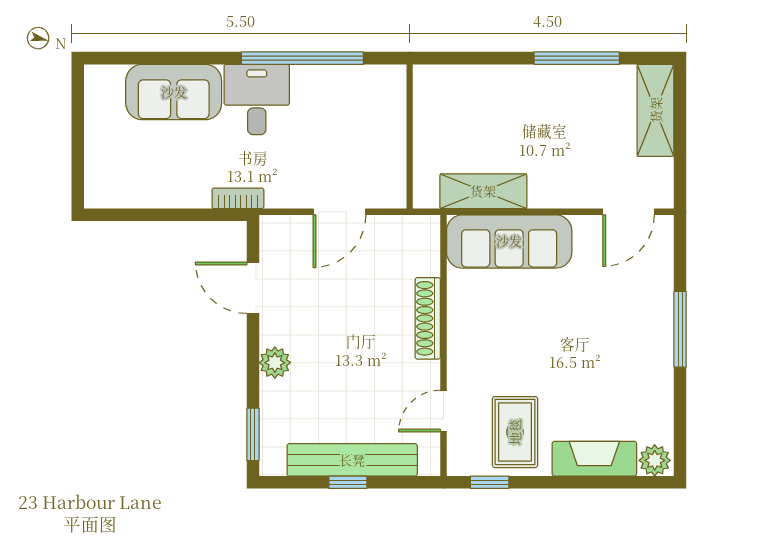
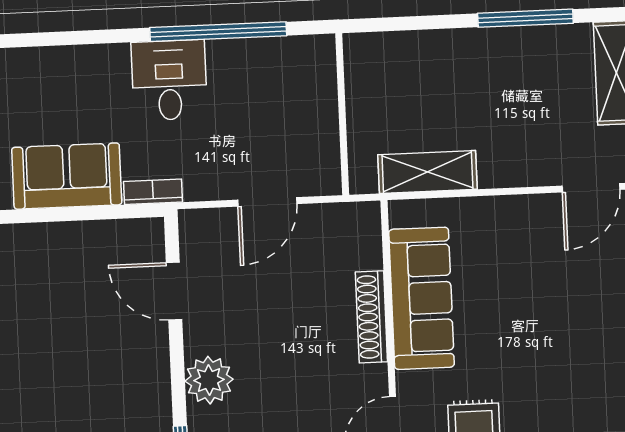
sofa: (174, 92) -> (67, 176), moved, turned 180
sofa: (509, 241) -> (421, 298), moved, turned -90
plant: (275, 363) -> (209, 380), width x1.36, depth x1.36

